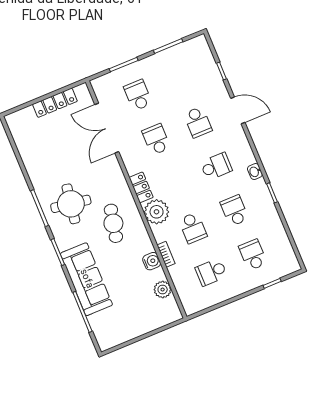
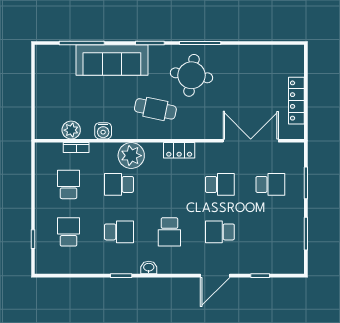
plant: (157, 212) -> (131, 156), moved
bookcase: (166, 254) -> (76, 148), moved
school desk: (253, 255) -> (69, 232), turned -90

